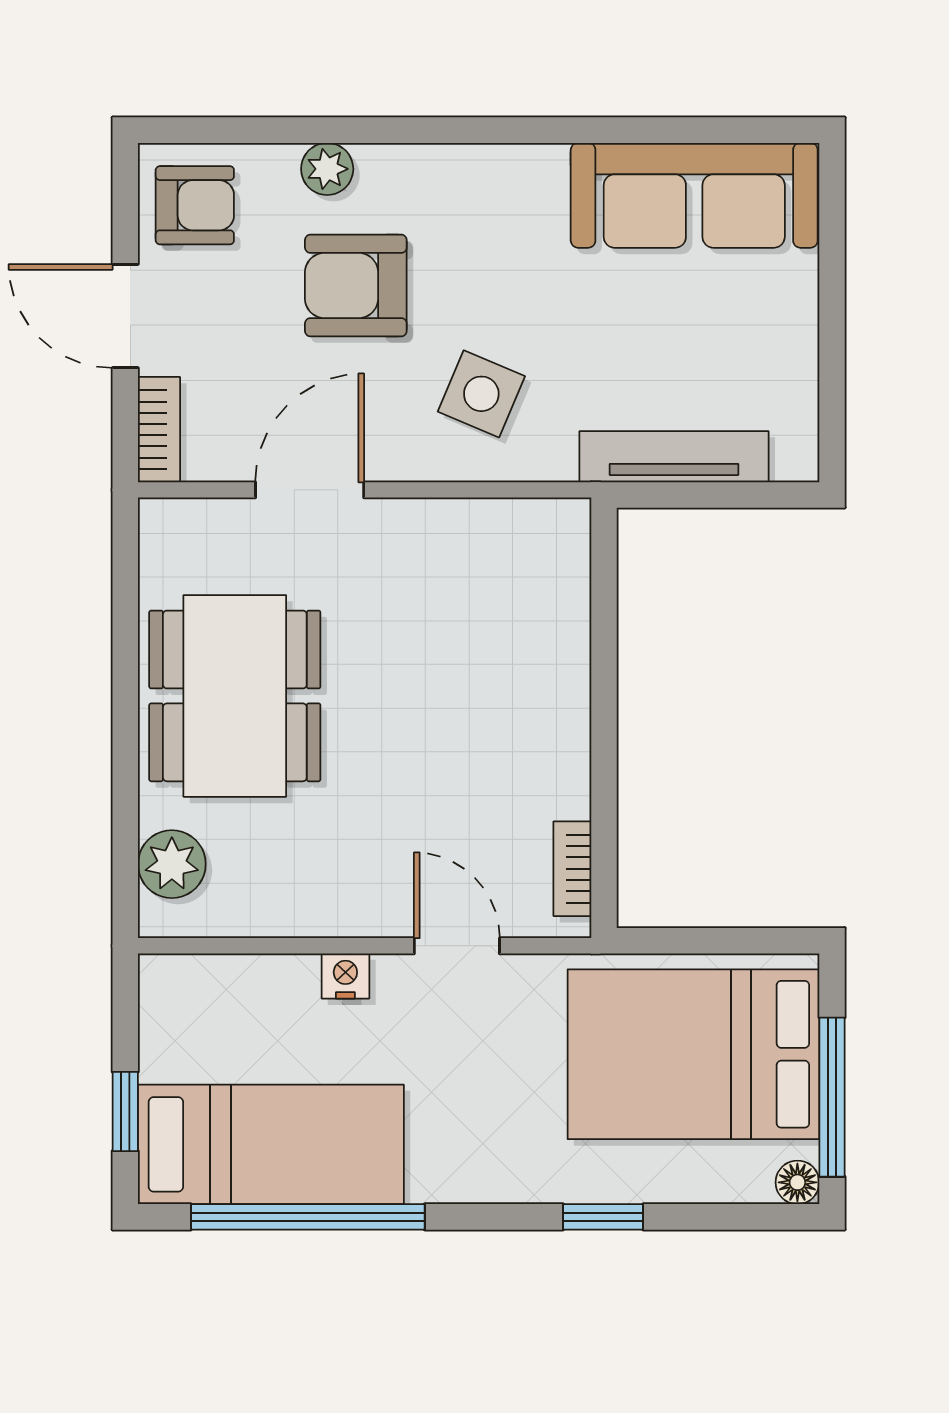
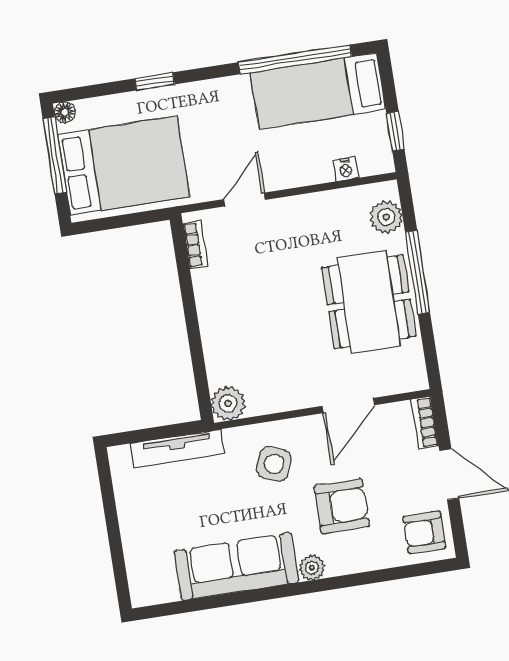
plant: (327, 169) -> (312, 568), moved
sofa: (694, 195) -> (236, 567), moved
plant: (556, 533) -> (228, 403), added
window: (125, 741) -> (418, 272), added
door: (457, 946) -> (244, 199), swing flipped
nightstand: (345, 976) -> (346, 169), moved
window: (125, 1111) -> (395, 131), moved

